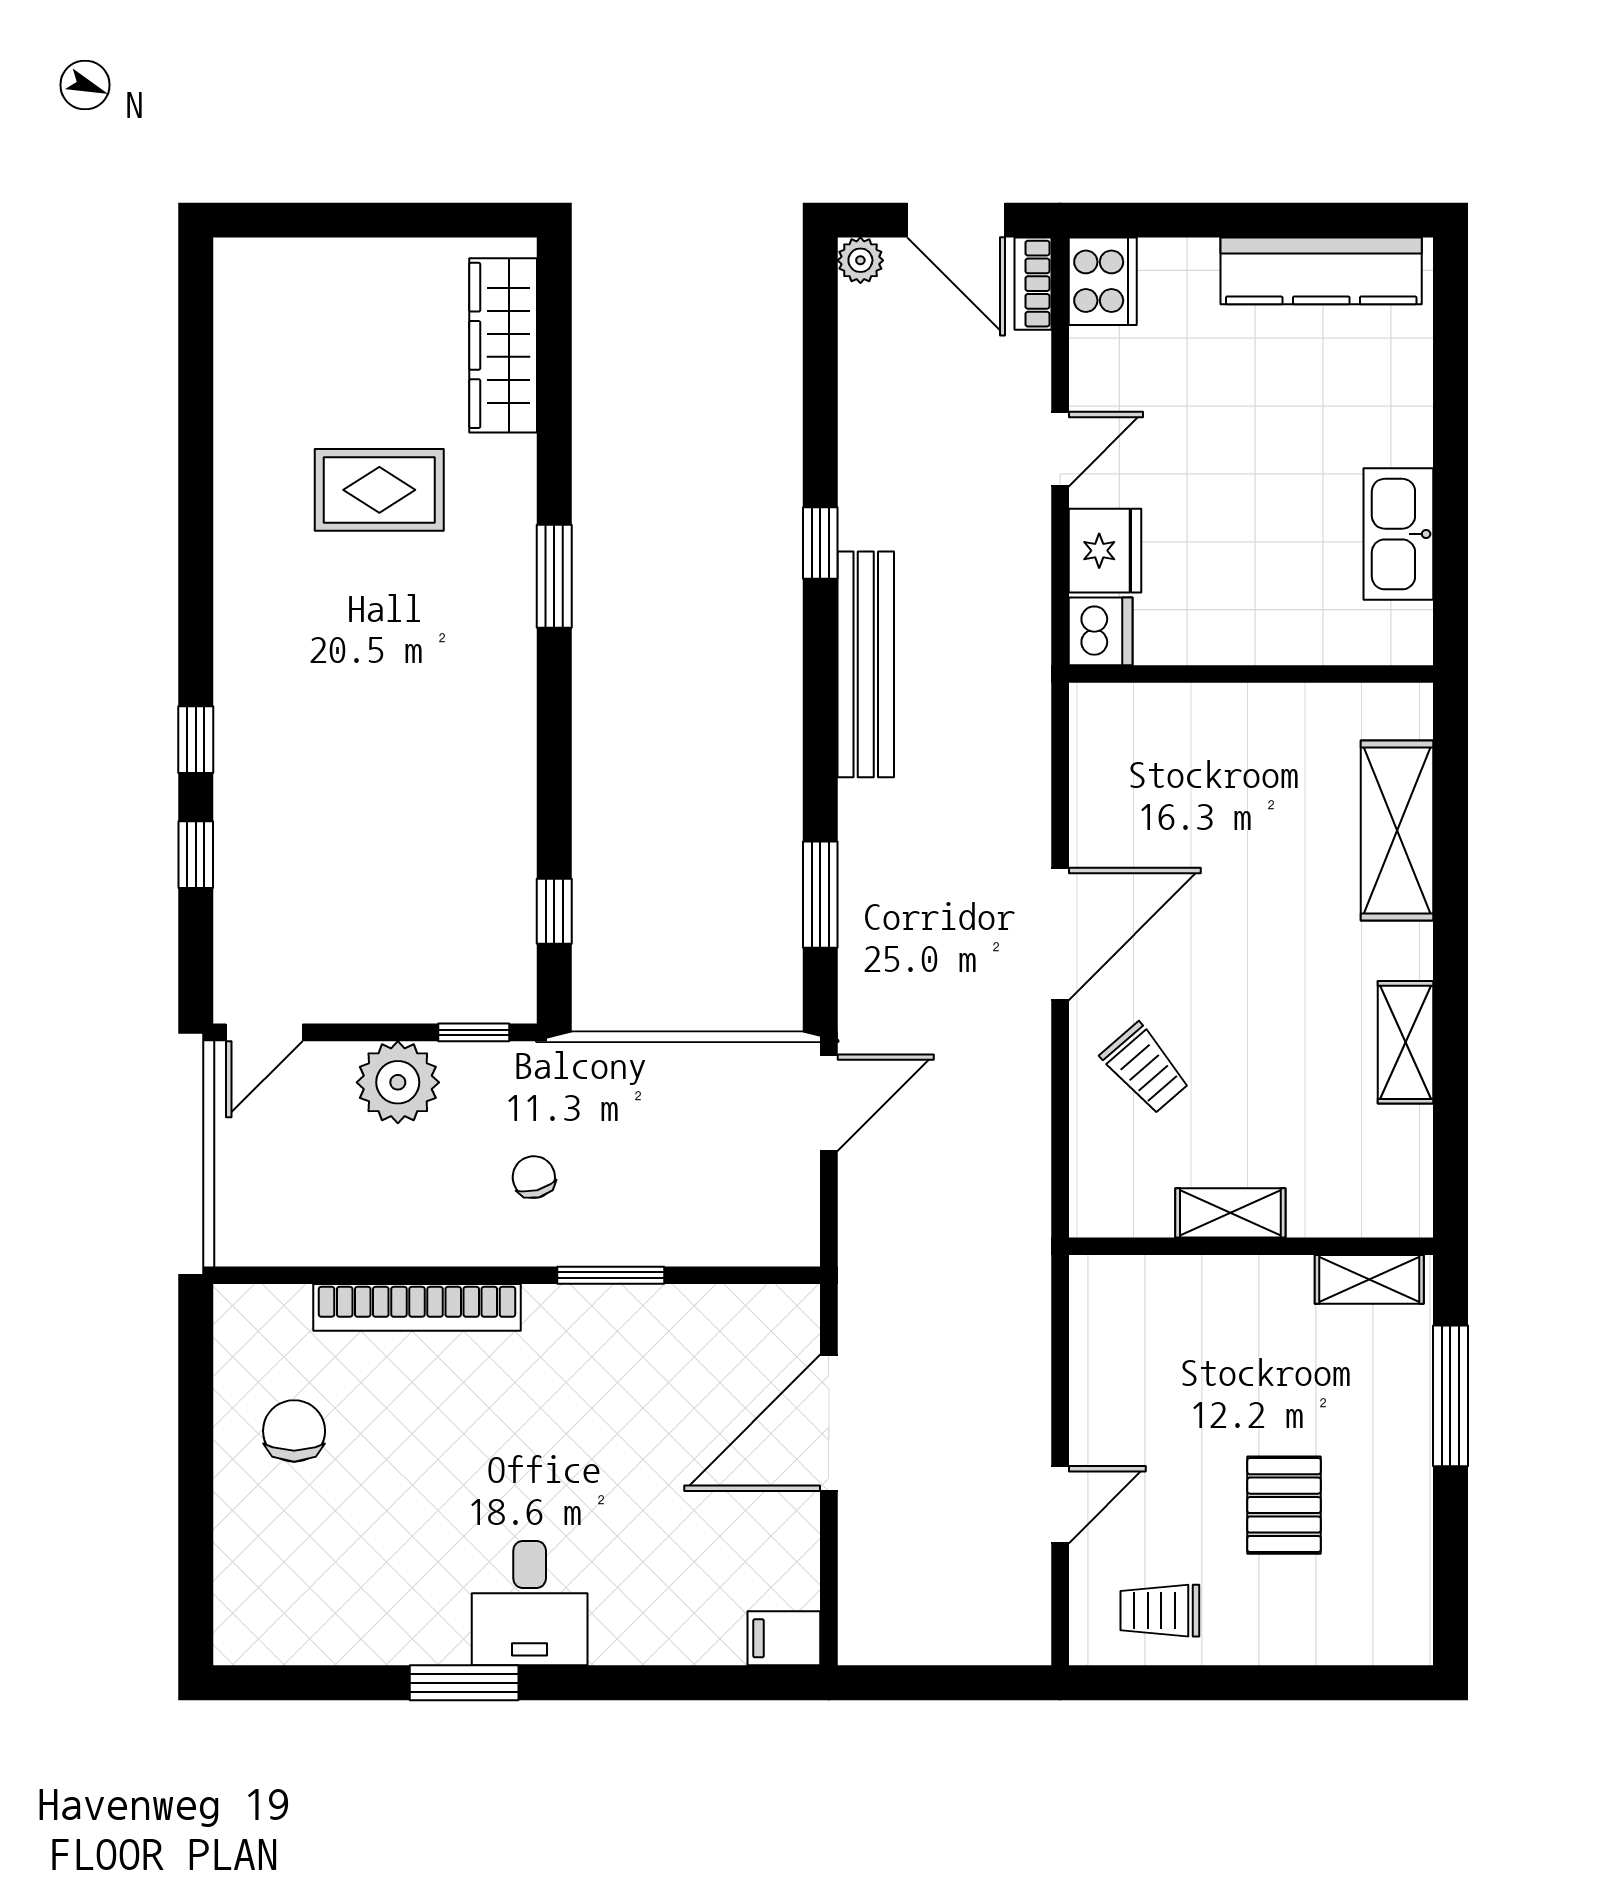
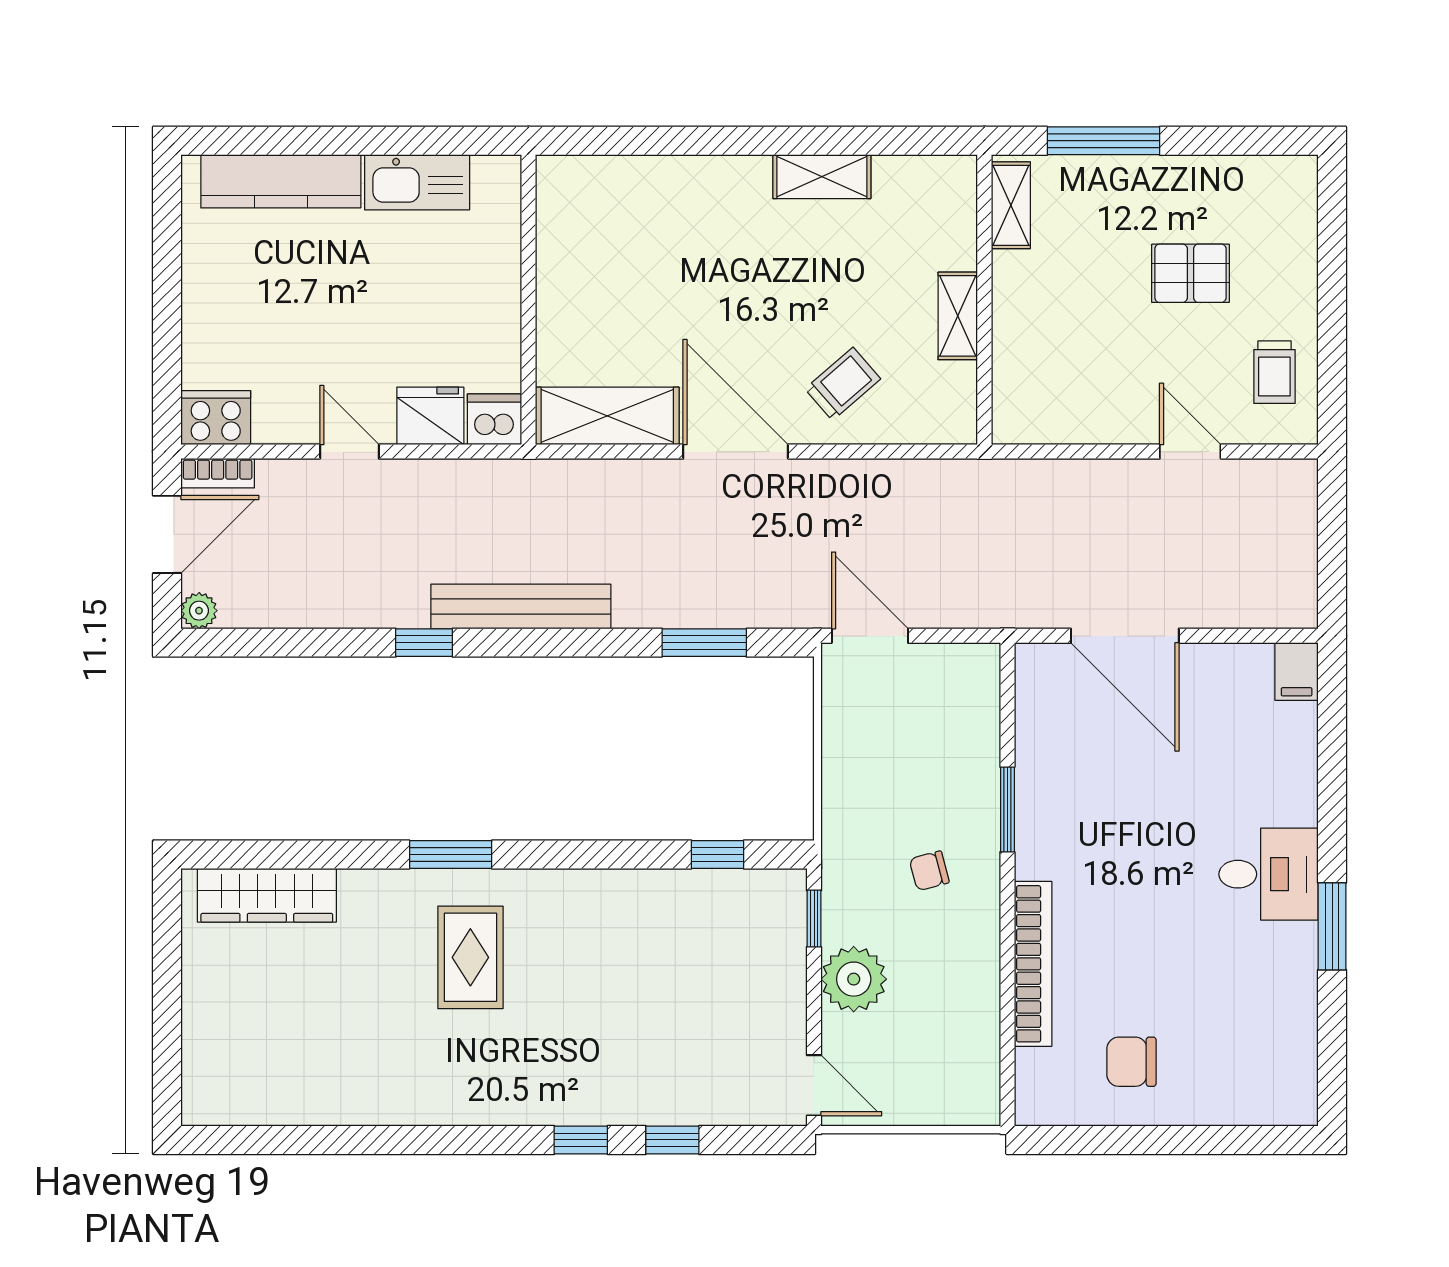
kitchen counter: (1321, 271) -> (281, 181), moved, turned 90
rug: (379, 490) -> (470, 957), moved
shelving: (1397, 831) -> (607, 416), moved

